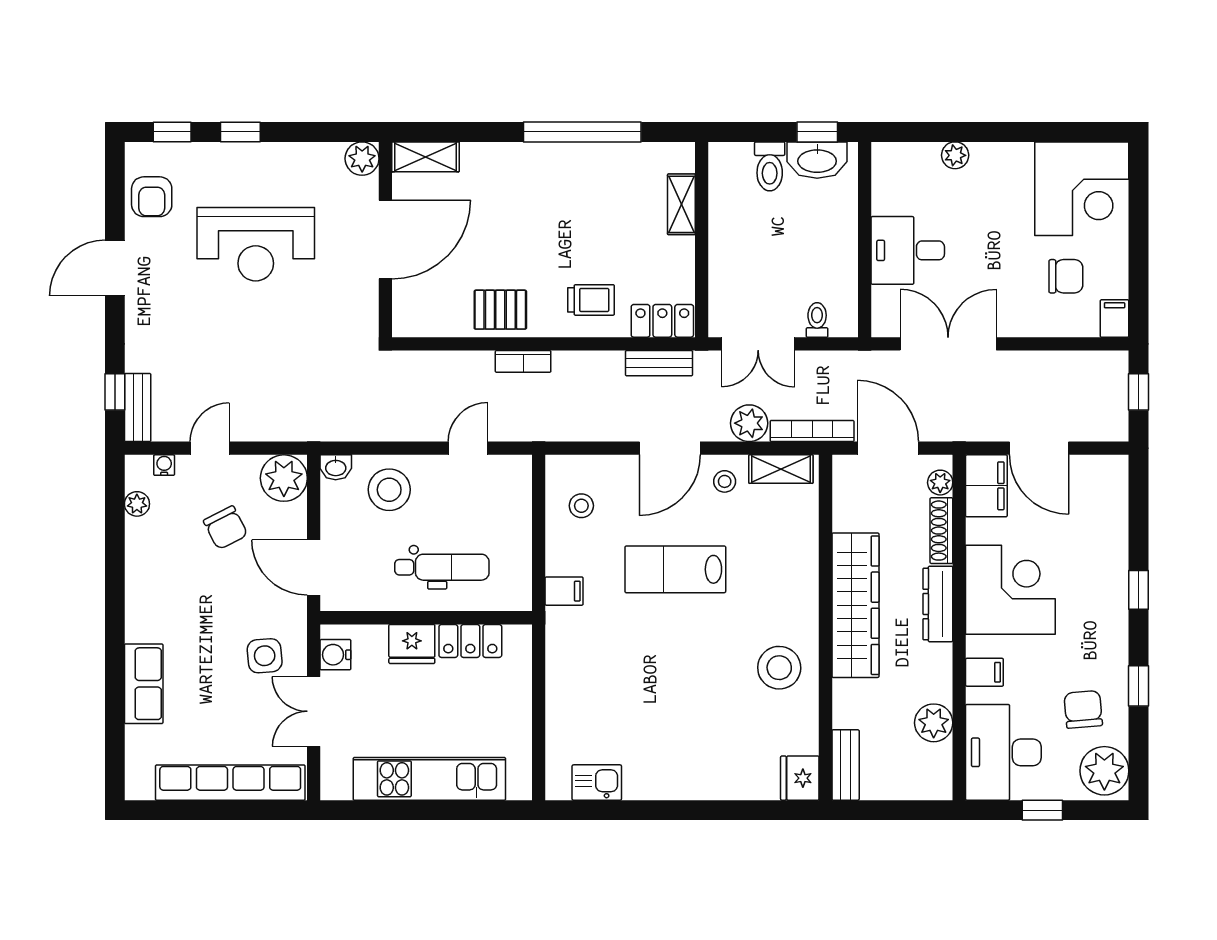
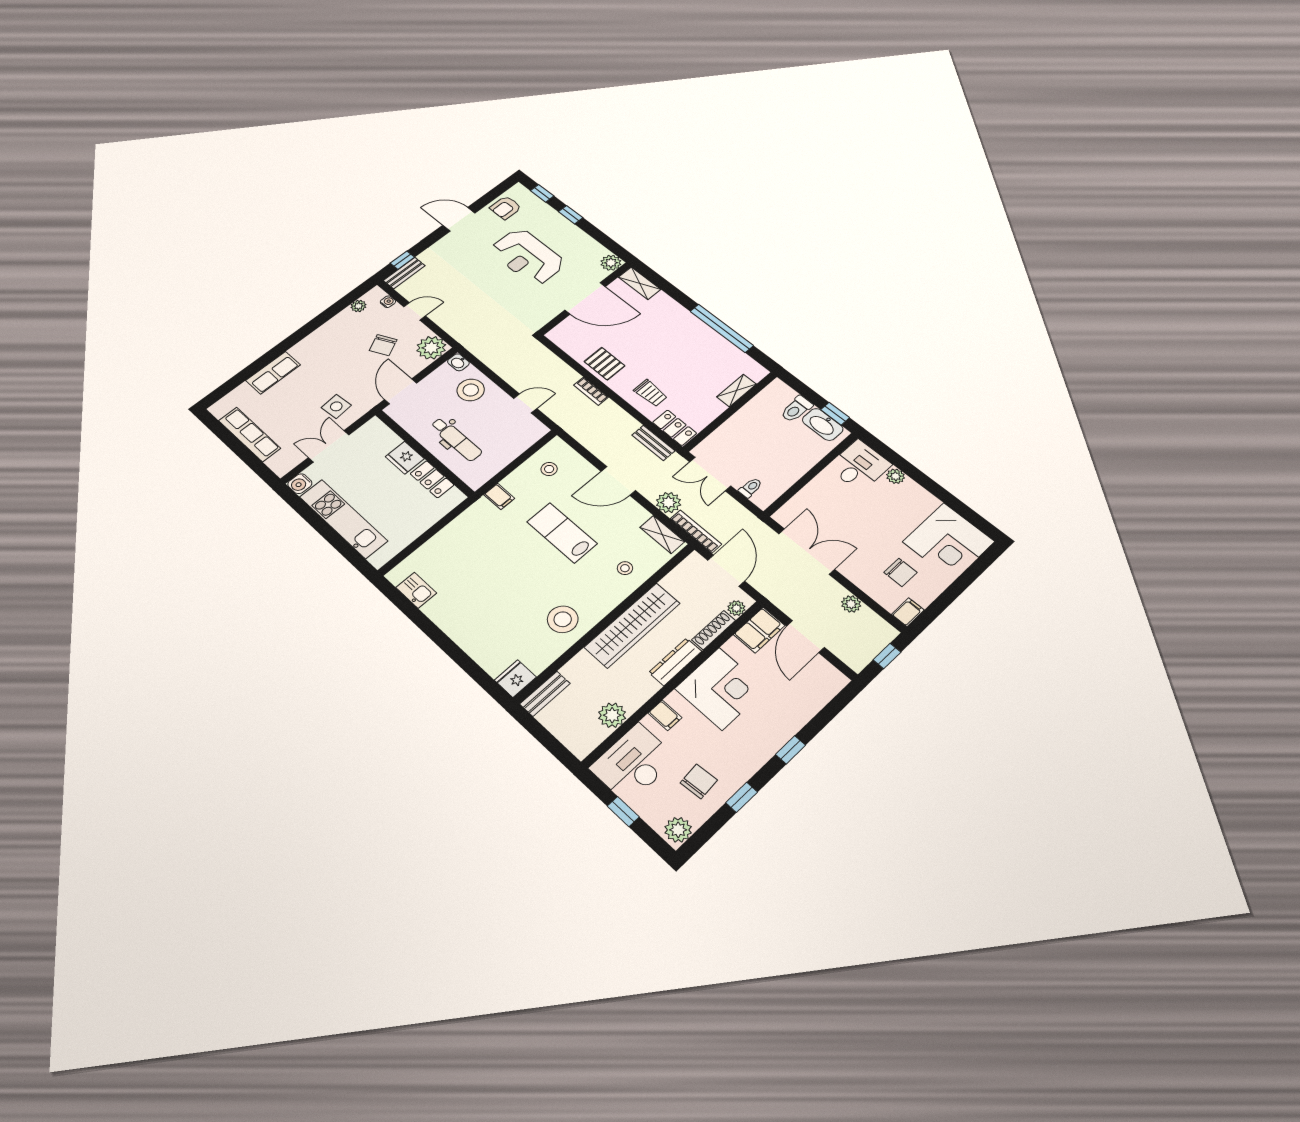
desk: (908, 250) -> (859, 466), moved, turned 90
plant: (1050, 364) -> (851, 604), added
stool: (725, 481) -> (625, 568), moved
water cooler: (335, 655) -> (300, 484), moved, turned -90
plant: (1104, 771) -> (678, 830), width x0.73, depth x0.73
row of seats: (230, 783) -> (249, 434), width x0.73

